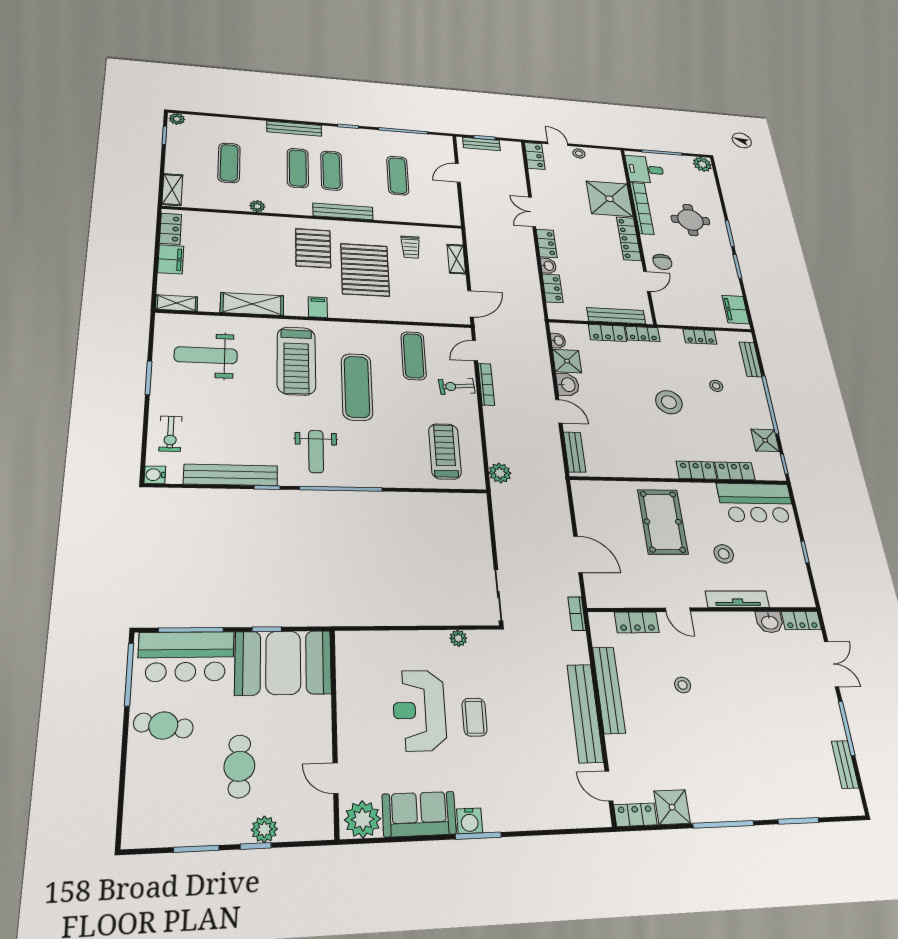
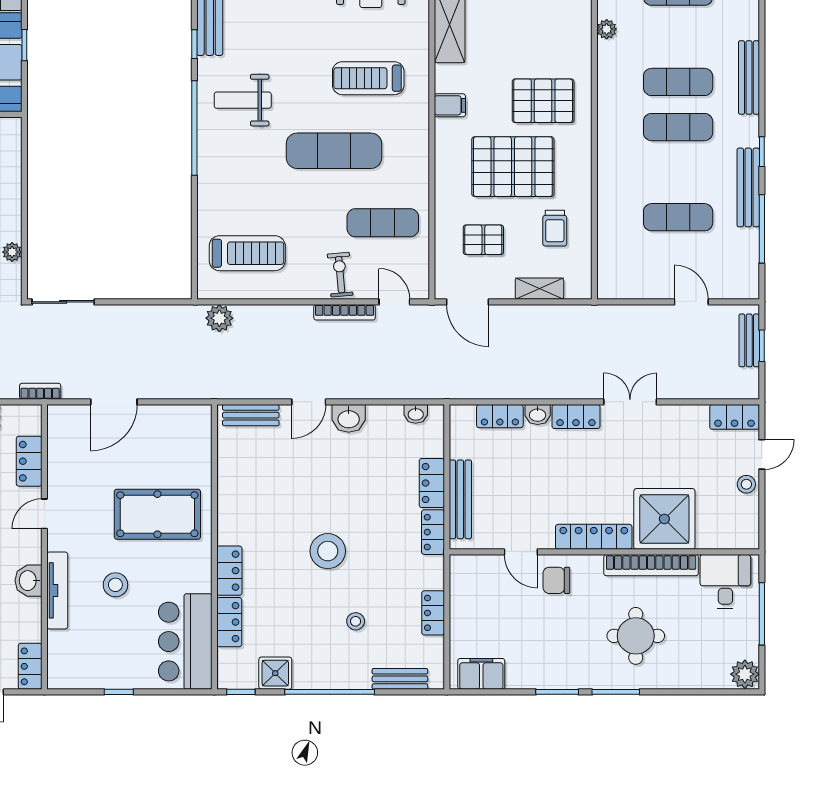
bench: (343, 211) -> (748, 187), moved
trolley: (410, 247) -> (555, 228), turned -90
pallet: (422, 291) -> (483, 240), added
treadmill: (296, 361) -> (368, 78), width x0.73, depth x0.73
shower: (567, 361) -> (385, 422), removed
washbasin: (770, 622) -> (28, 581), moved

